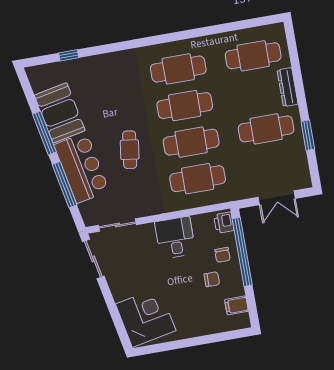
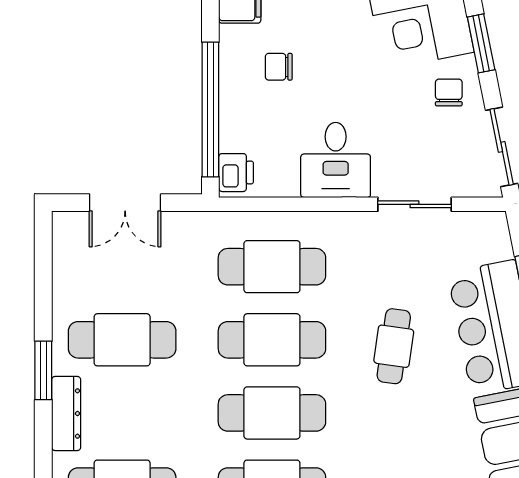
window: (308, 135) -> (43, 370), moved
double door: (277, 198) -> (125, 203), swing flipped
sliding door: (118, 225) -> (415, 204), moved
chair: (223, 255) -> (449, 93), moved
window: (113, 309) -> (481, 43), added

